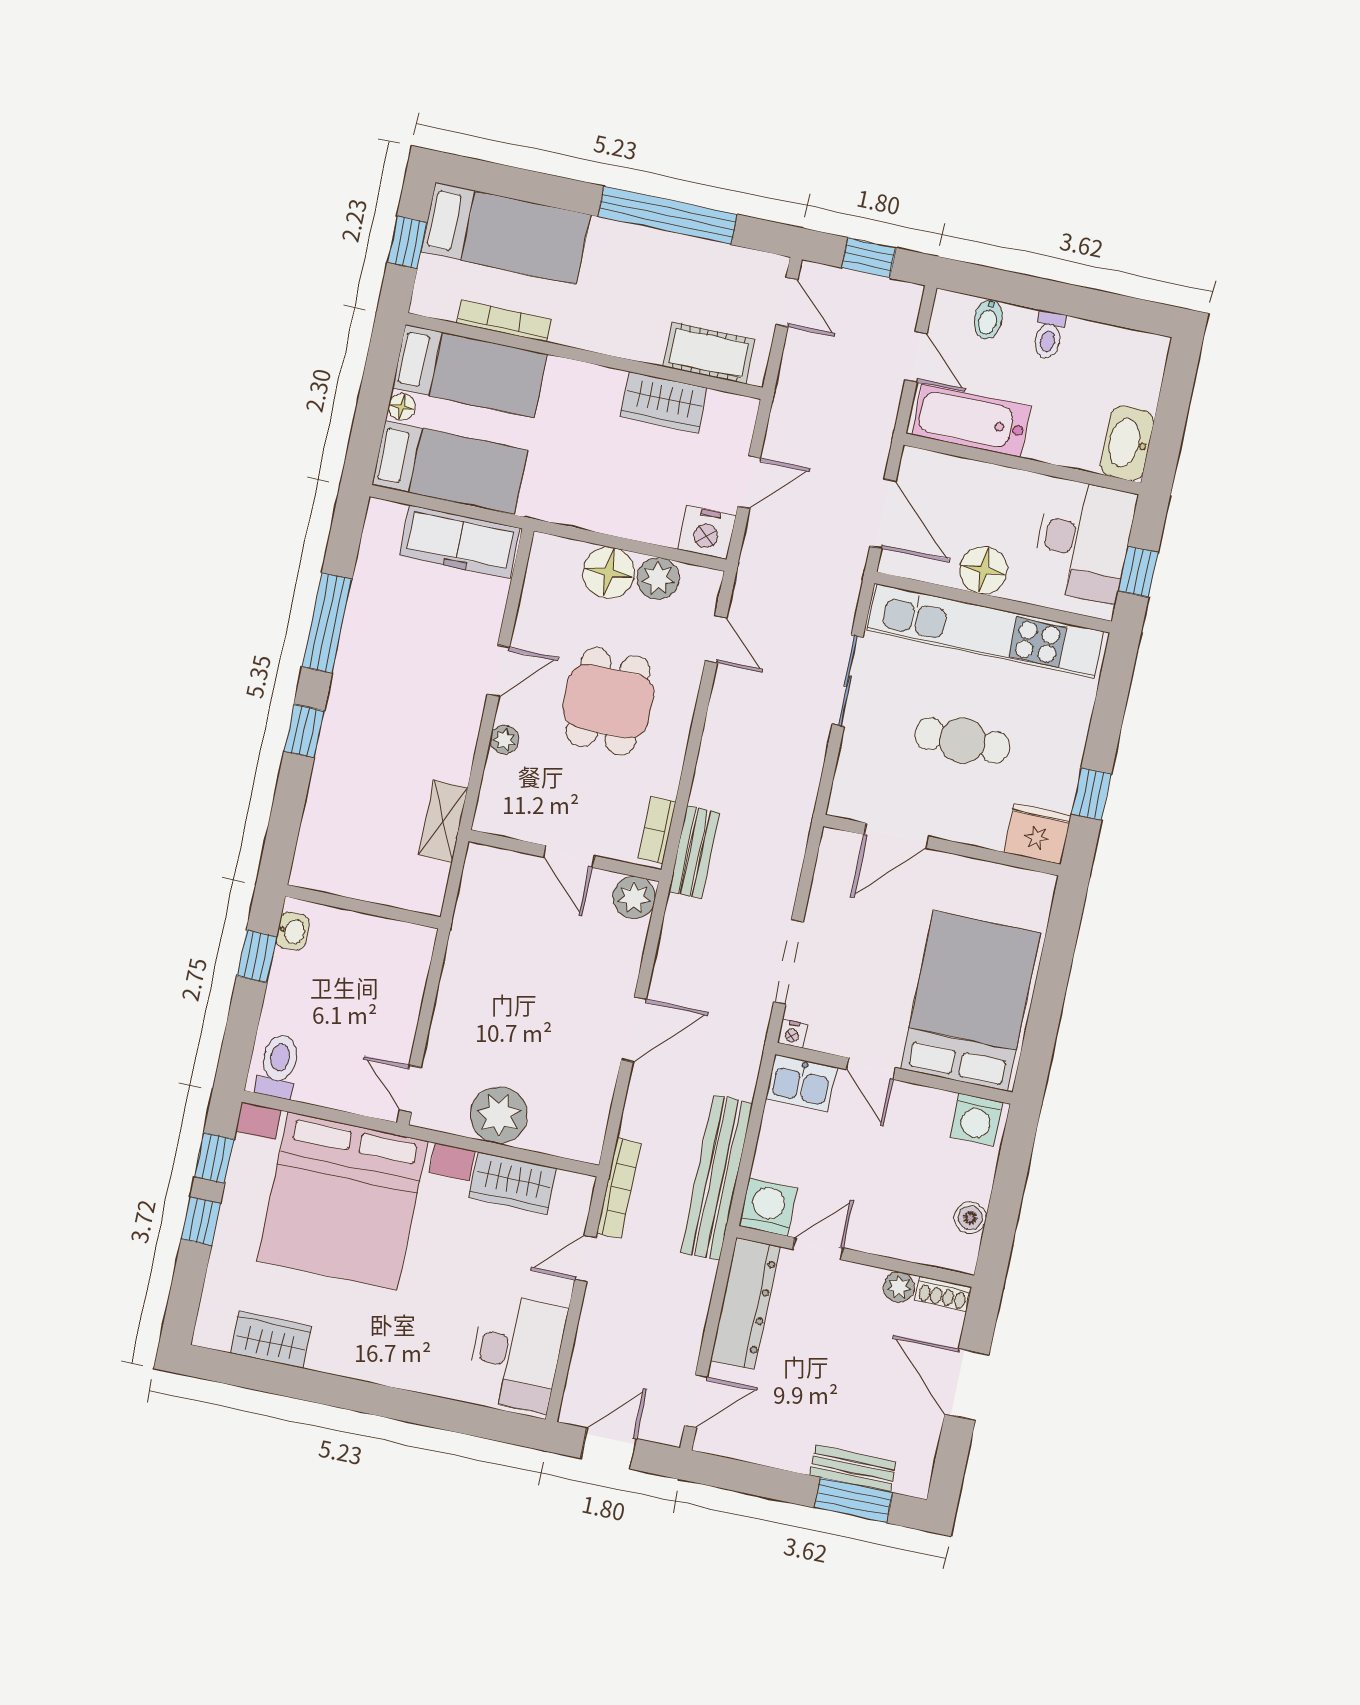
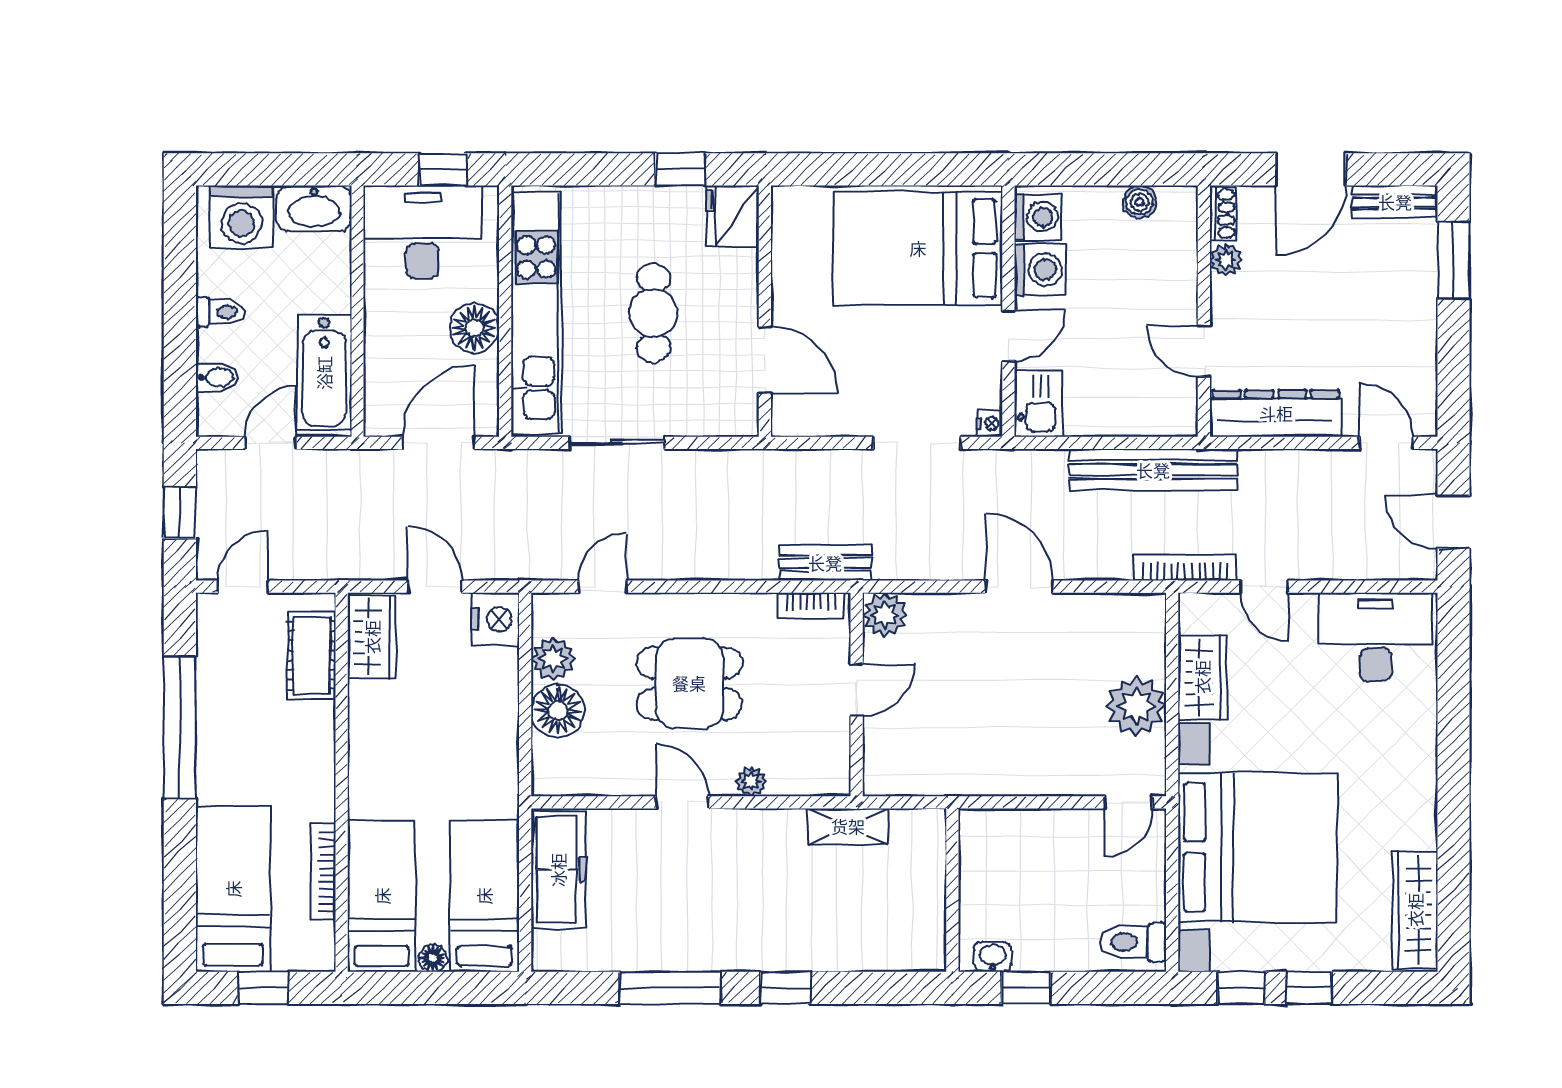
washing machine: (1133, 374) -> (241, 217), added
wardrobe: (664, 402) -> (372, 637), moved
washing machine: (768, 1207) -> (1040, 269), moved, turned 180
wardrobe: (271, 1340) -> (1415, 910), width x1.50
bench: (853, 1468) -> (1395, 202), moved, turned 90

